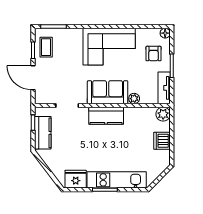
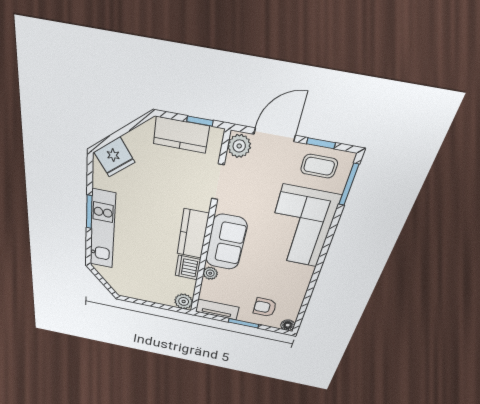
corner sofa: (109, 47) -> (300, 227), moved
plant: (43, 97) -> (239, 146), added
dishwasher: (162, 141) -> (188, 268), moved, turned -90
fridge: (76, 179) -> (114, 157), moved, turned 53

